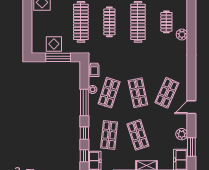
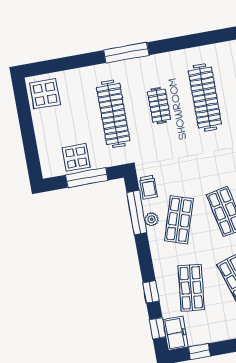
clothes rail: (109, 22) -> (159, 106), width x0.73
window: (84, 103) -> (137, 213), moved

